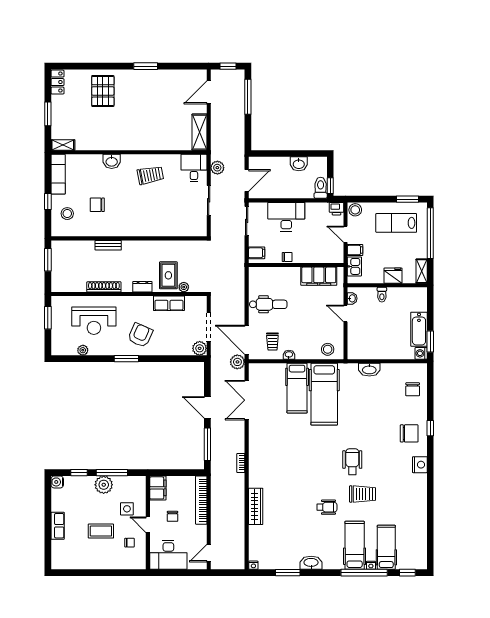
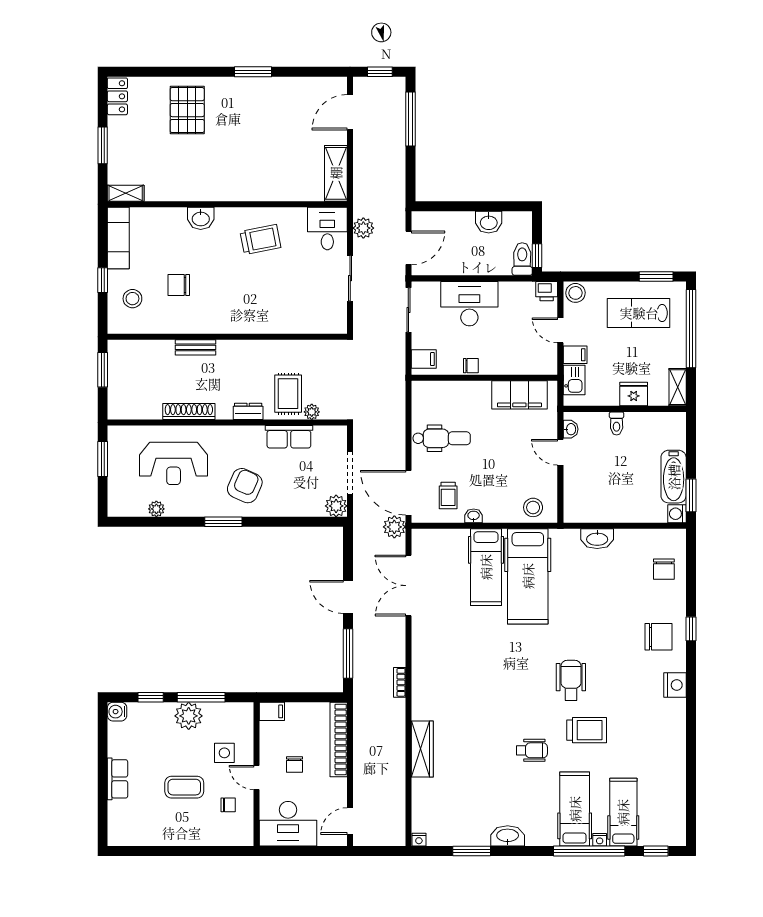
filing cabinet: (158, 488) -> (272, 711), width x0.50

